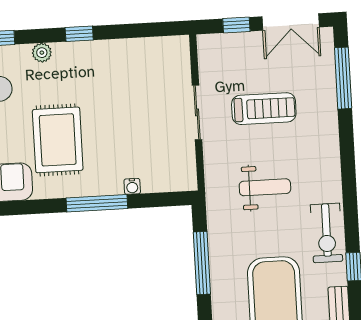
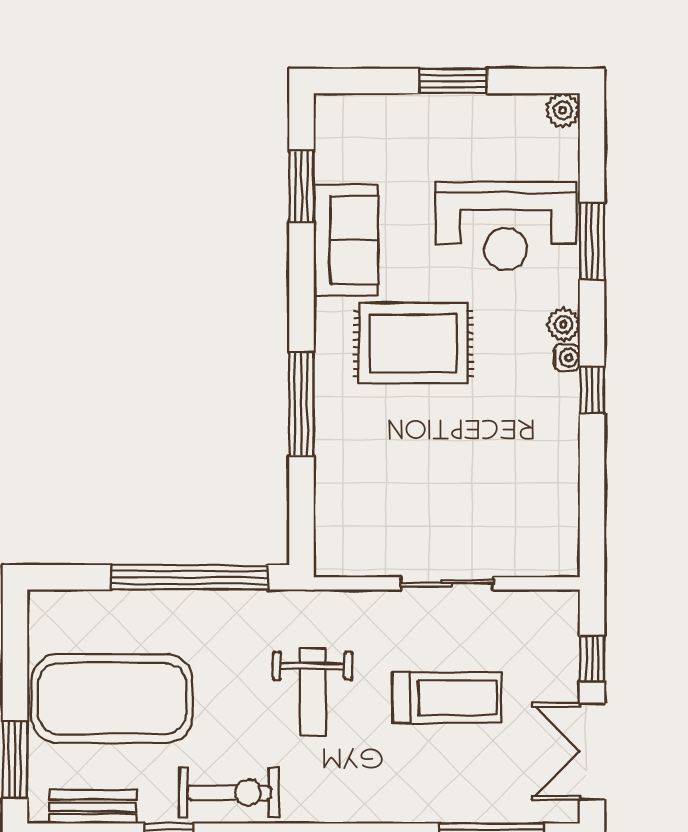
treadmill: (264, 109) -> (447, 698), turned -90
water cooler: (132, 186) -> (567, 358), moved, turned 180
exercise bike: (327, 233) -> (229, 793), turned 180
window: (202, 263) -> (190, 577), width x1.46

